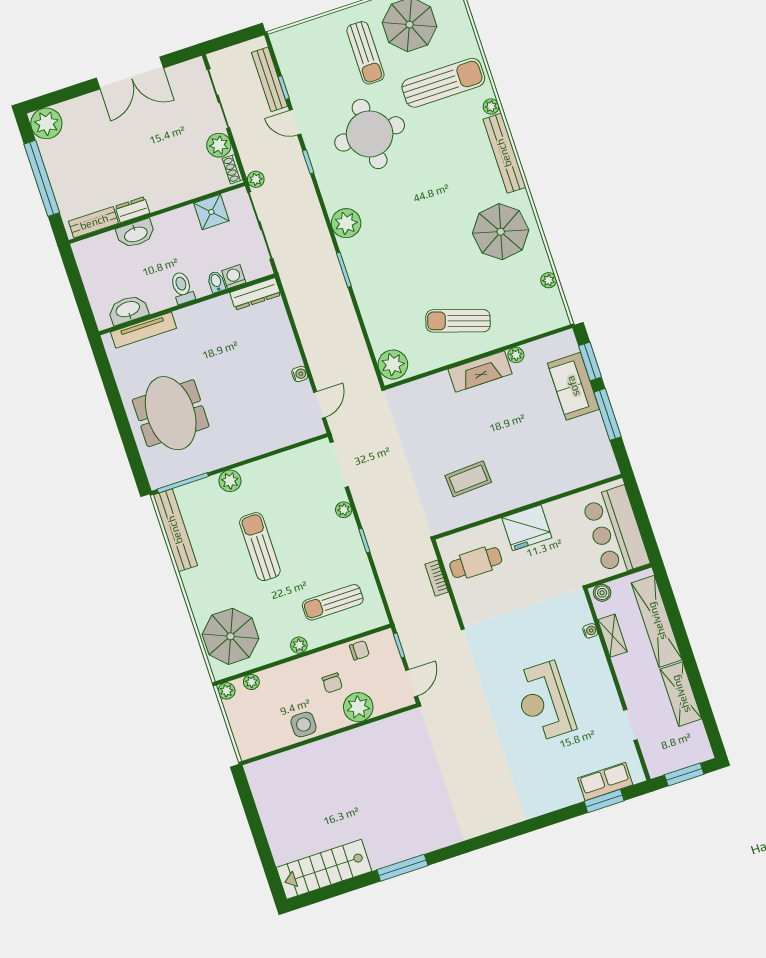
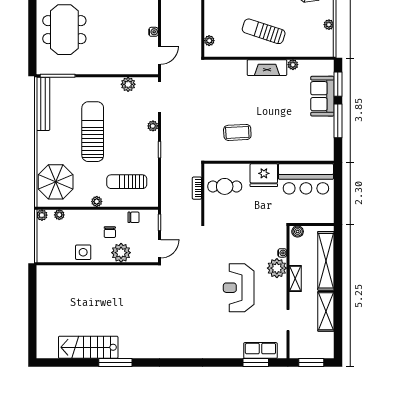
plant: (393, 365) -> (209, 41), width x0.53, depth x0.53
plant: (230, 481) -> (128, 84), moved
bar counter: (615, 531) -> (306, 179), moved, turned -90
sun lounger: (260, 547) -> (93, 132), width x1.36, depth x1.34
shelving: (613, 636) -> (295, 278), moved
plant: (590, 655) -> (277, 268), added
stairs: (324, 869) -> (88, 347), moved

